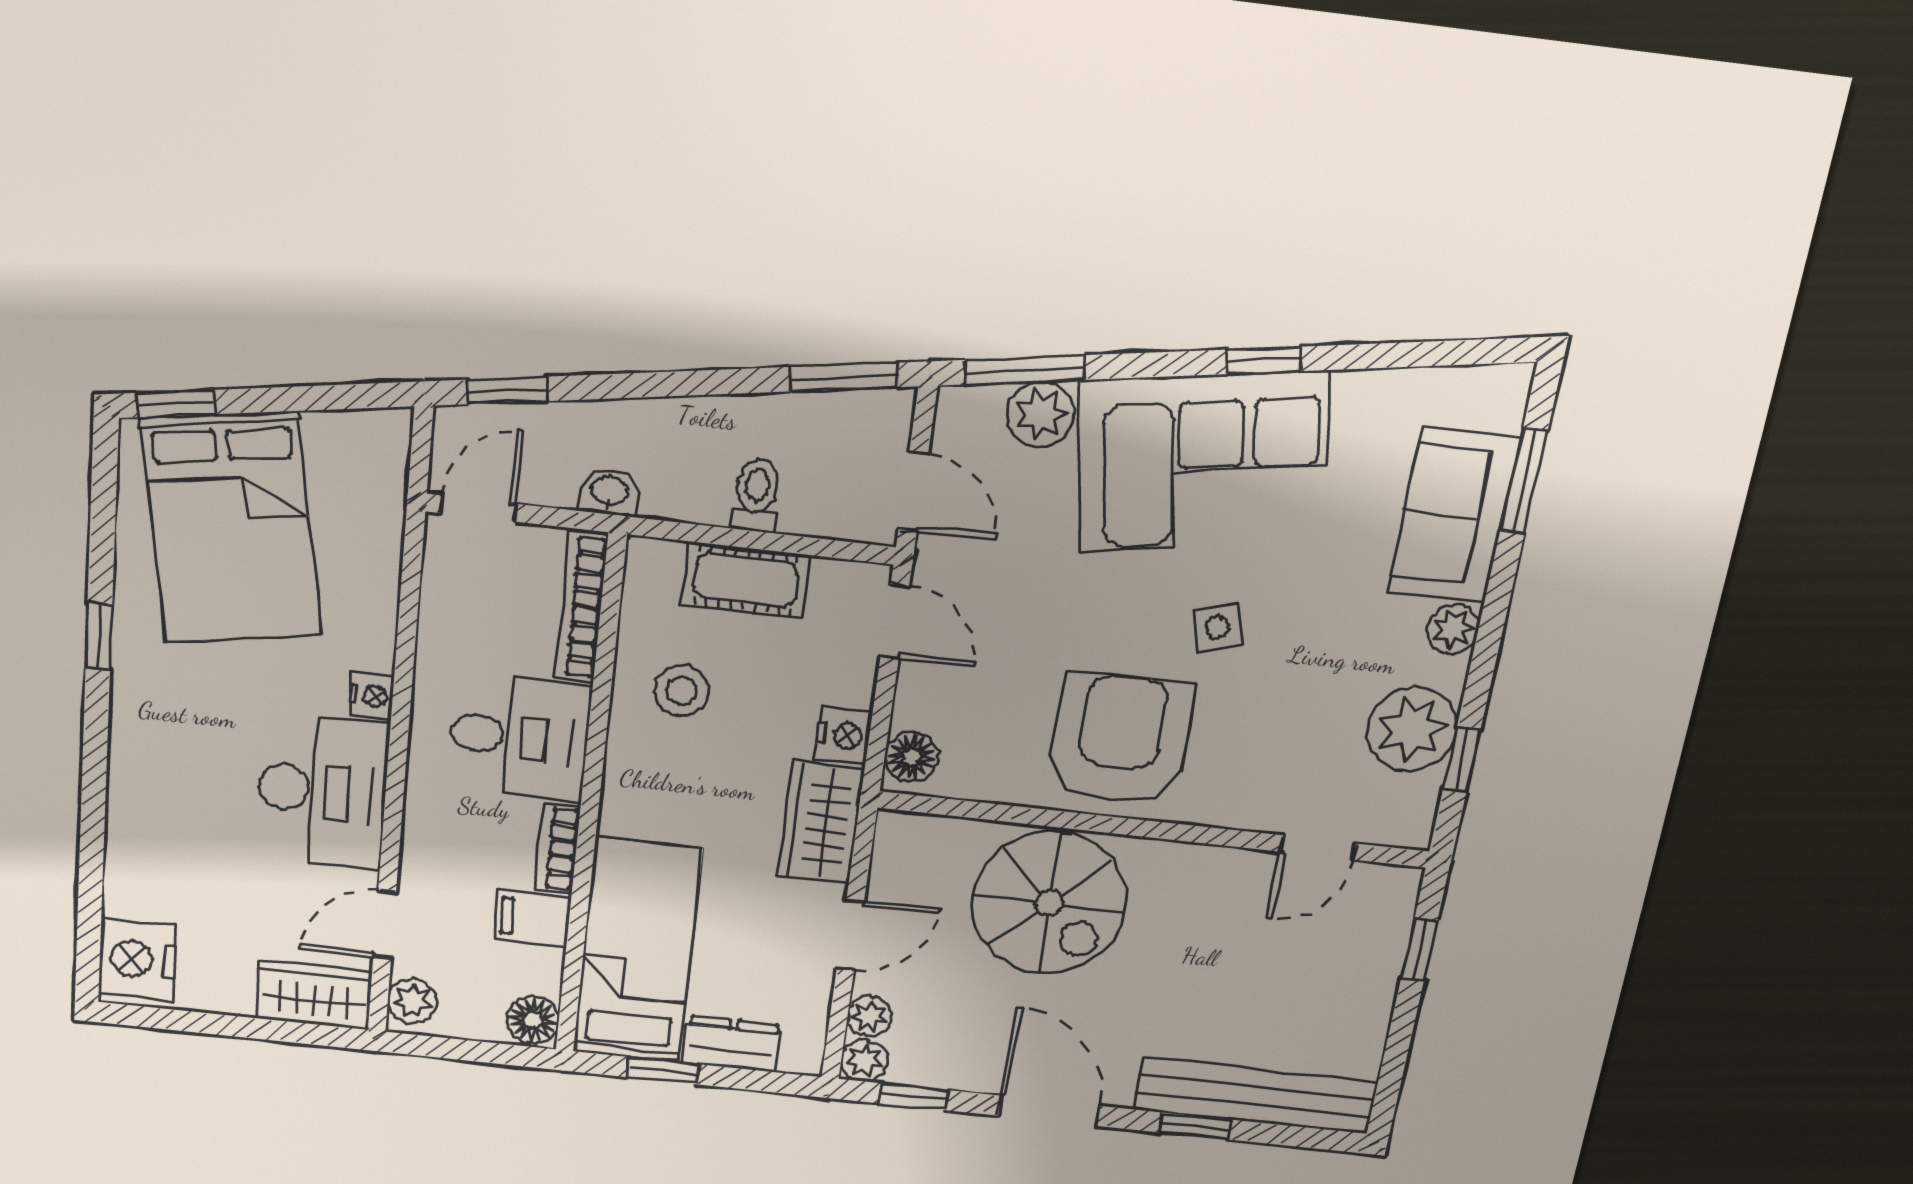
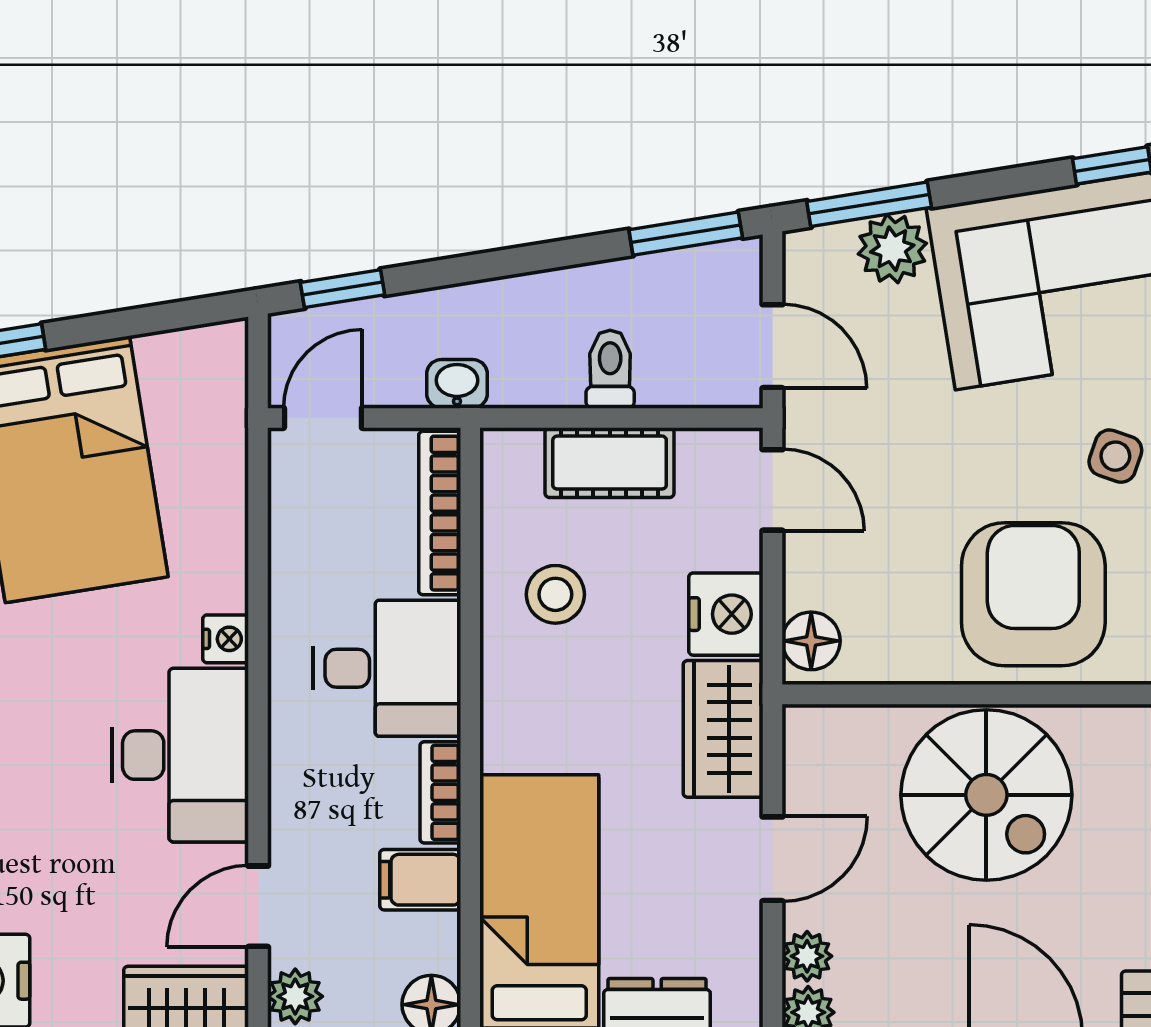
side table: (1218, 627) -> (1115, 456), turned 36
nightstand: (844, 736) -> (726, 614), width x1.36, depth x1.33

